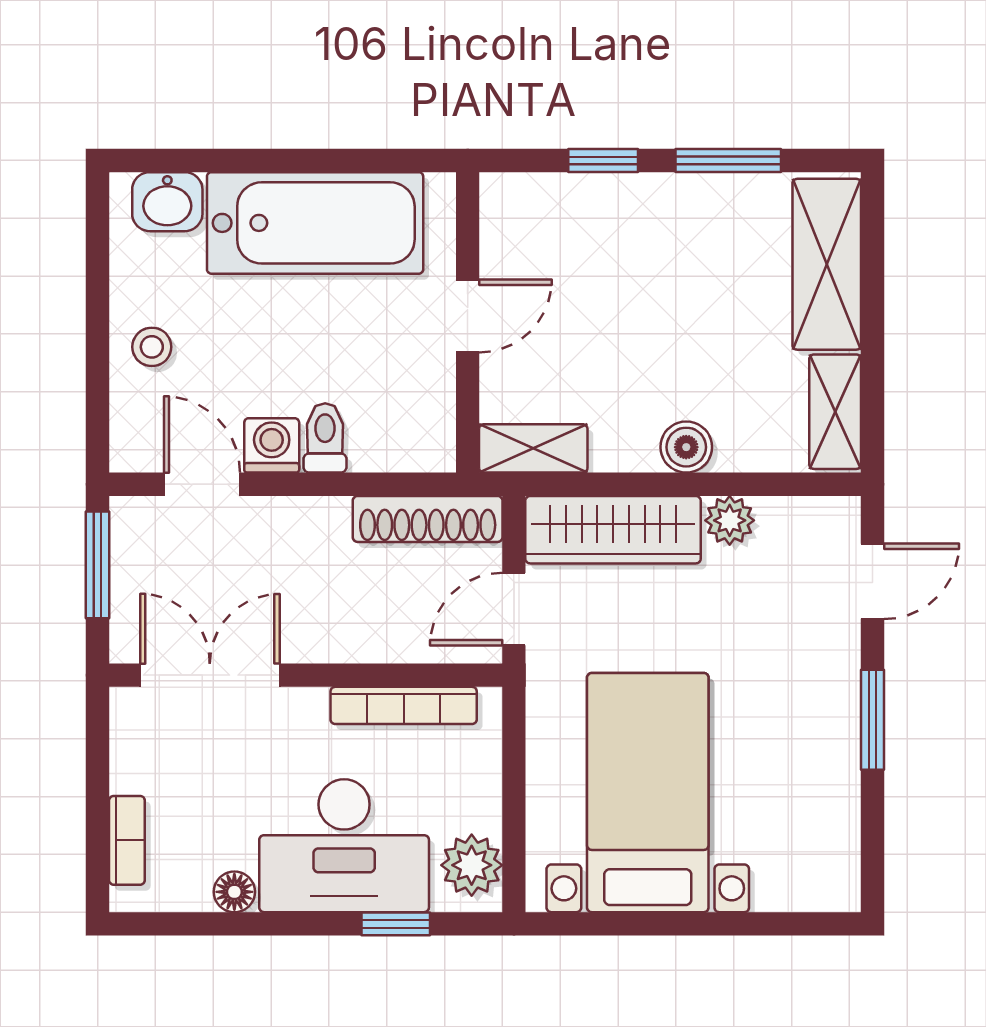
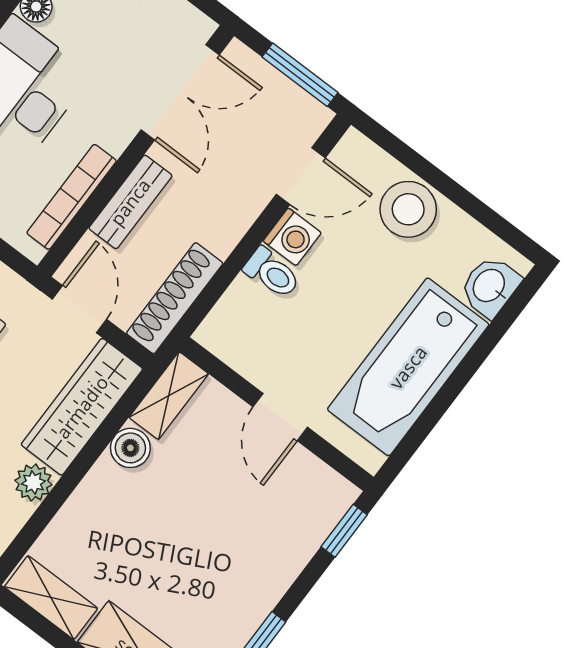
window: (603, 160) -> (344, 531), moved
stool: (152, 347) -> (408, 209), width x1.89, depth x1.89
boiler: (686, 447) -> (130, 448), moved
bench: (363, 640) -> (130, 202), added

